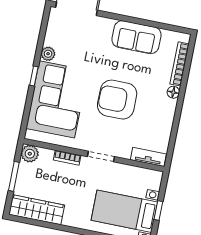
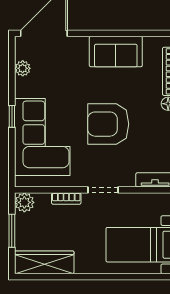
plant: (48, 54) -> (23, 68), moved

